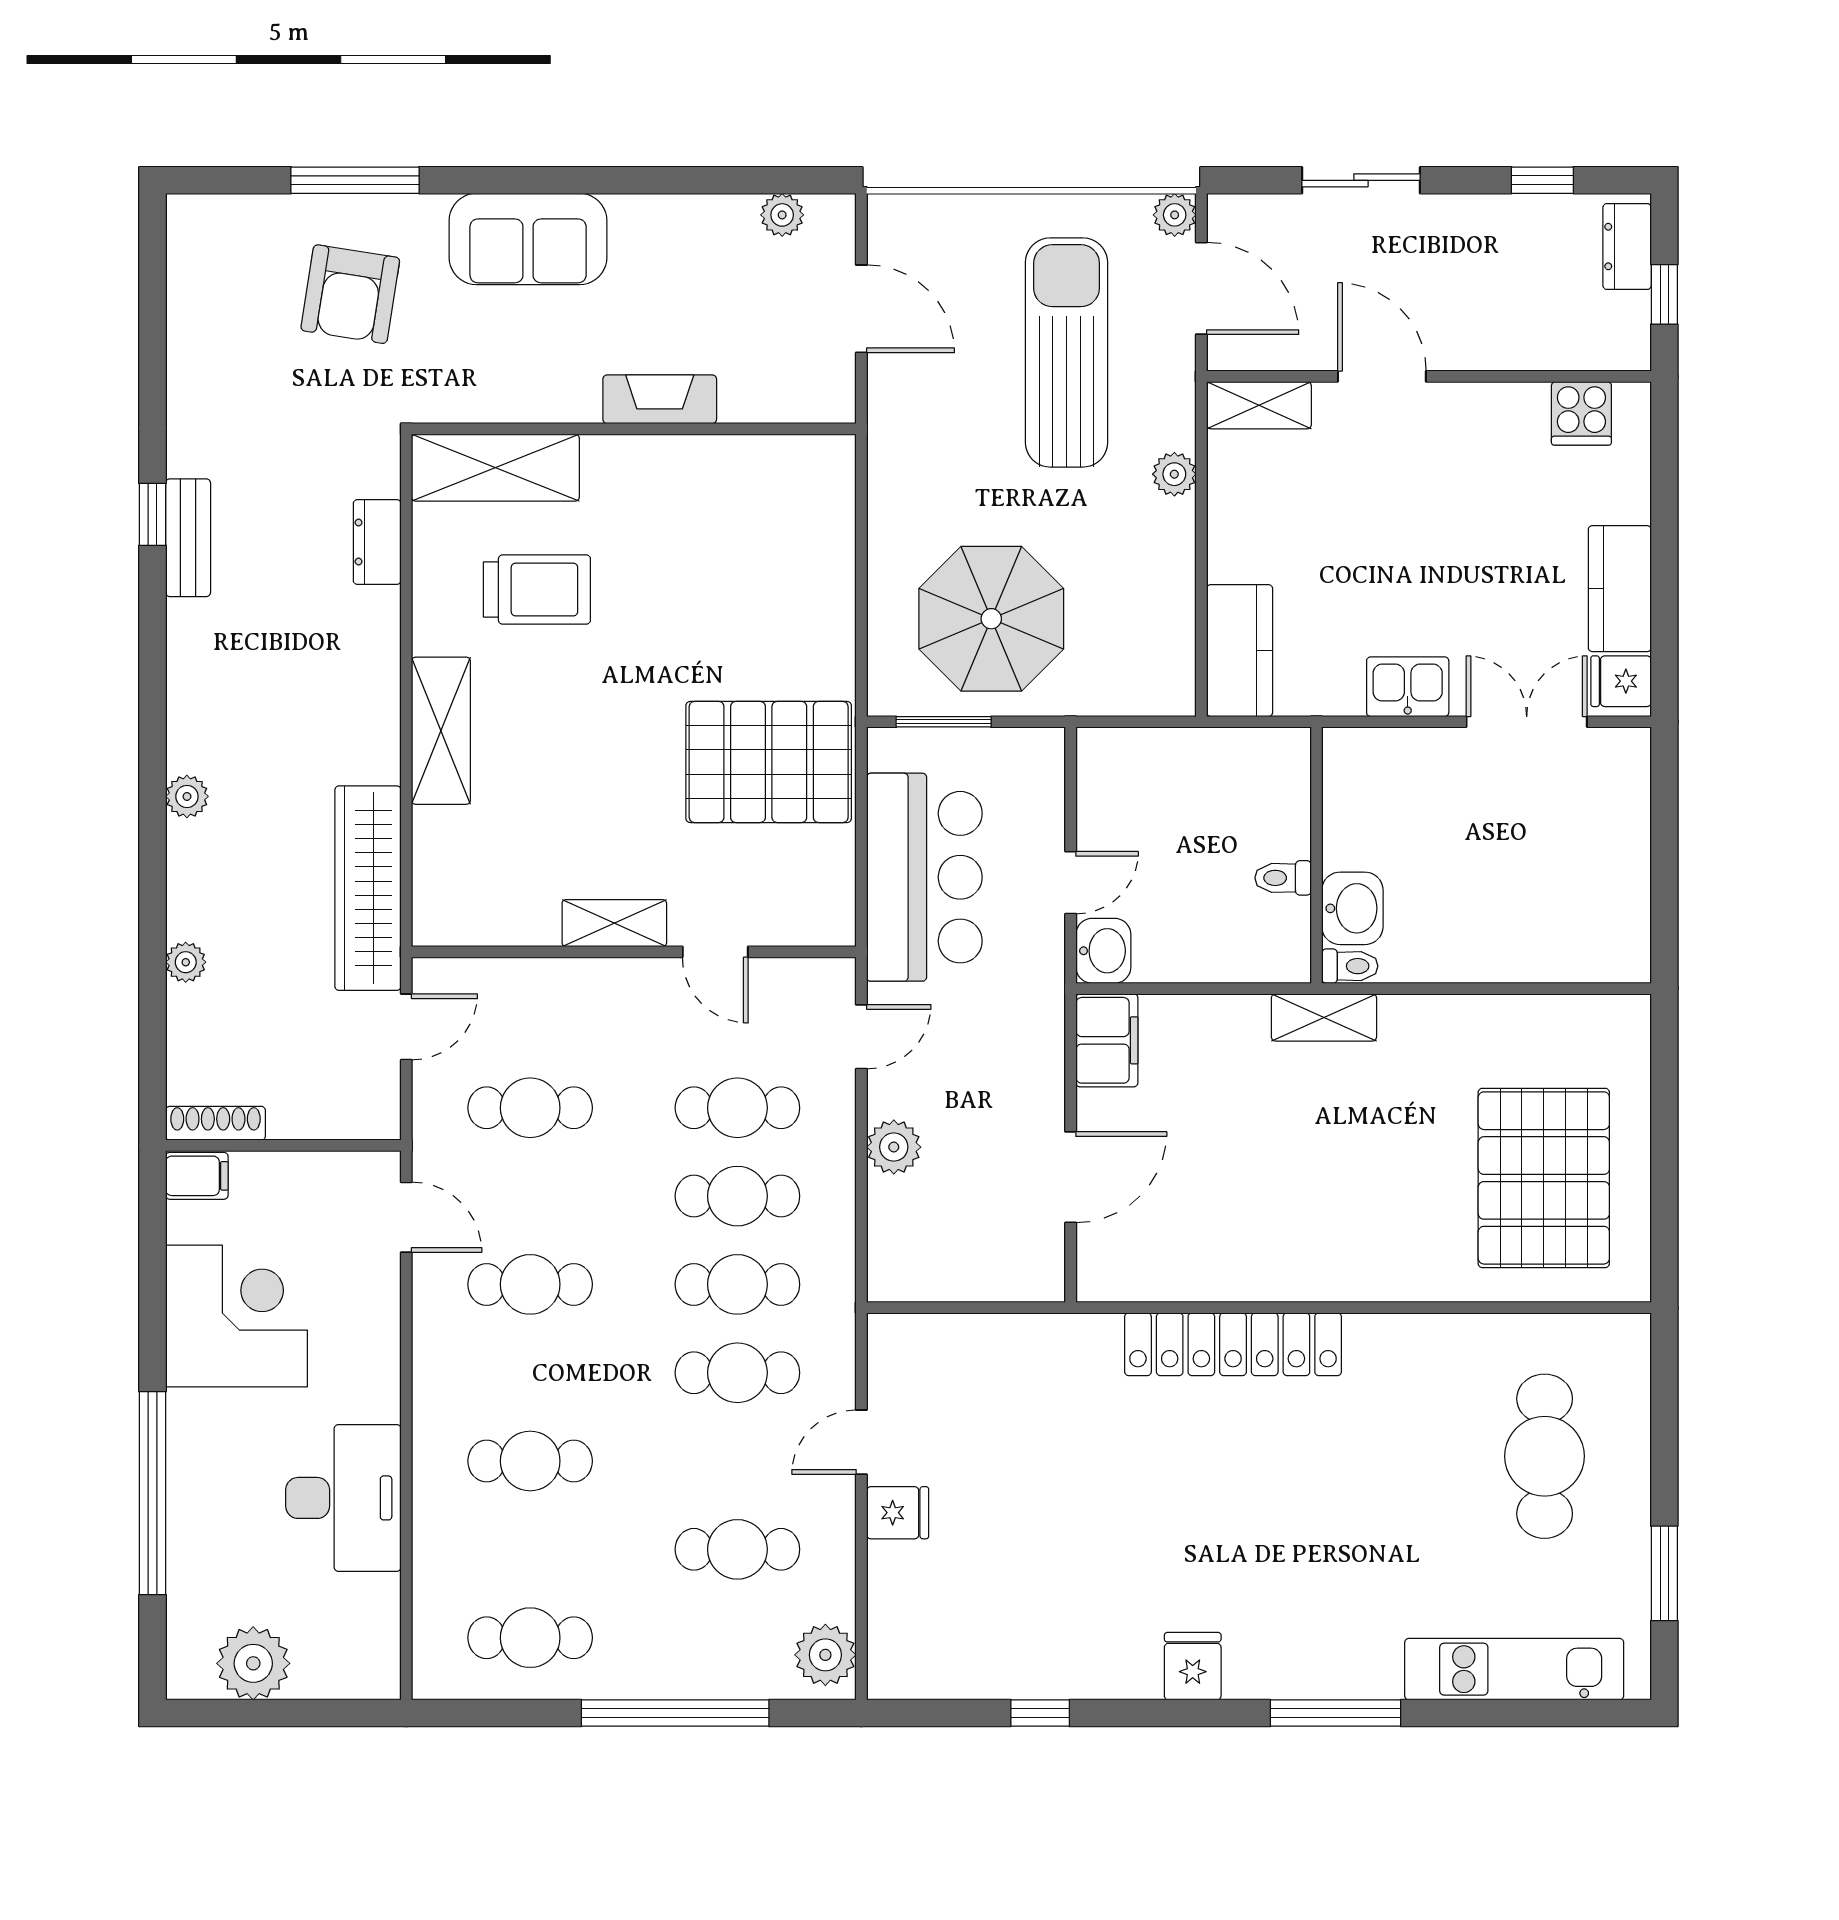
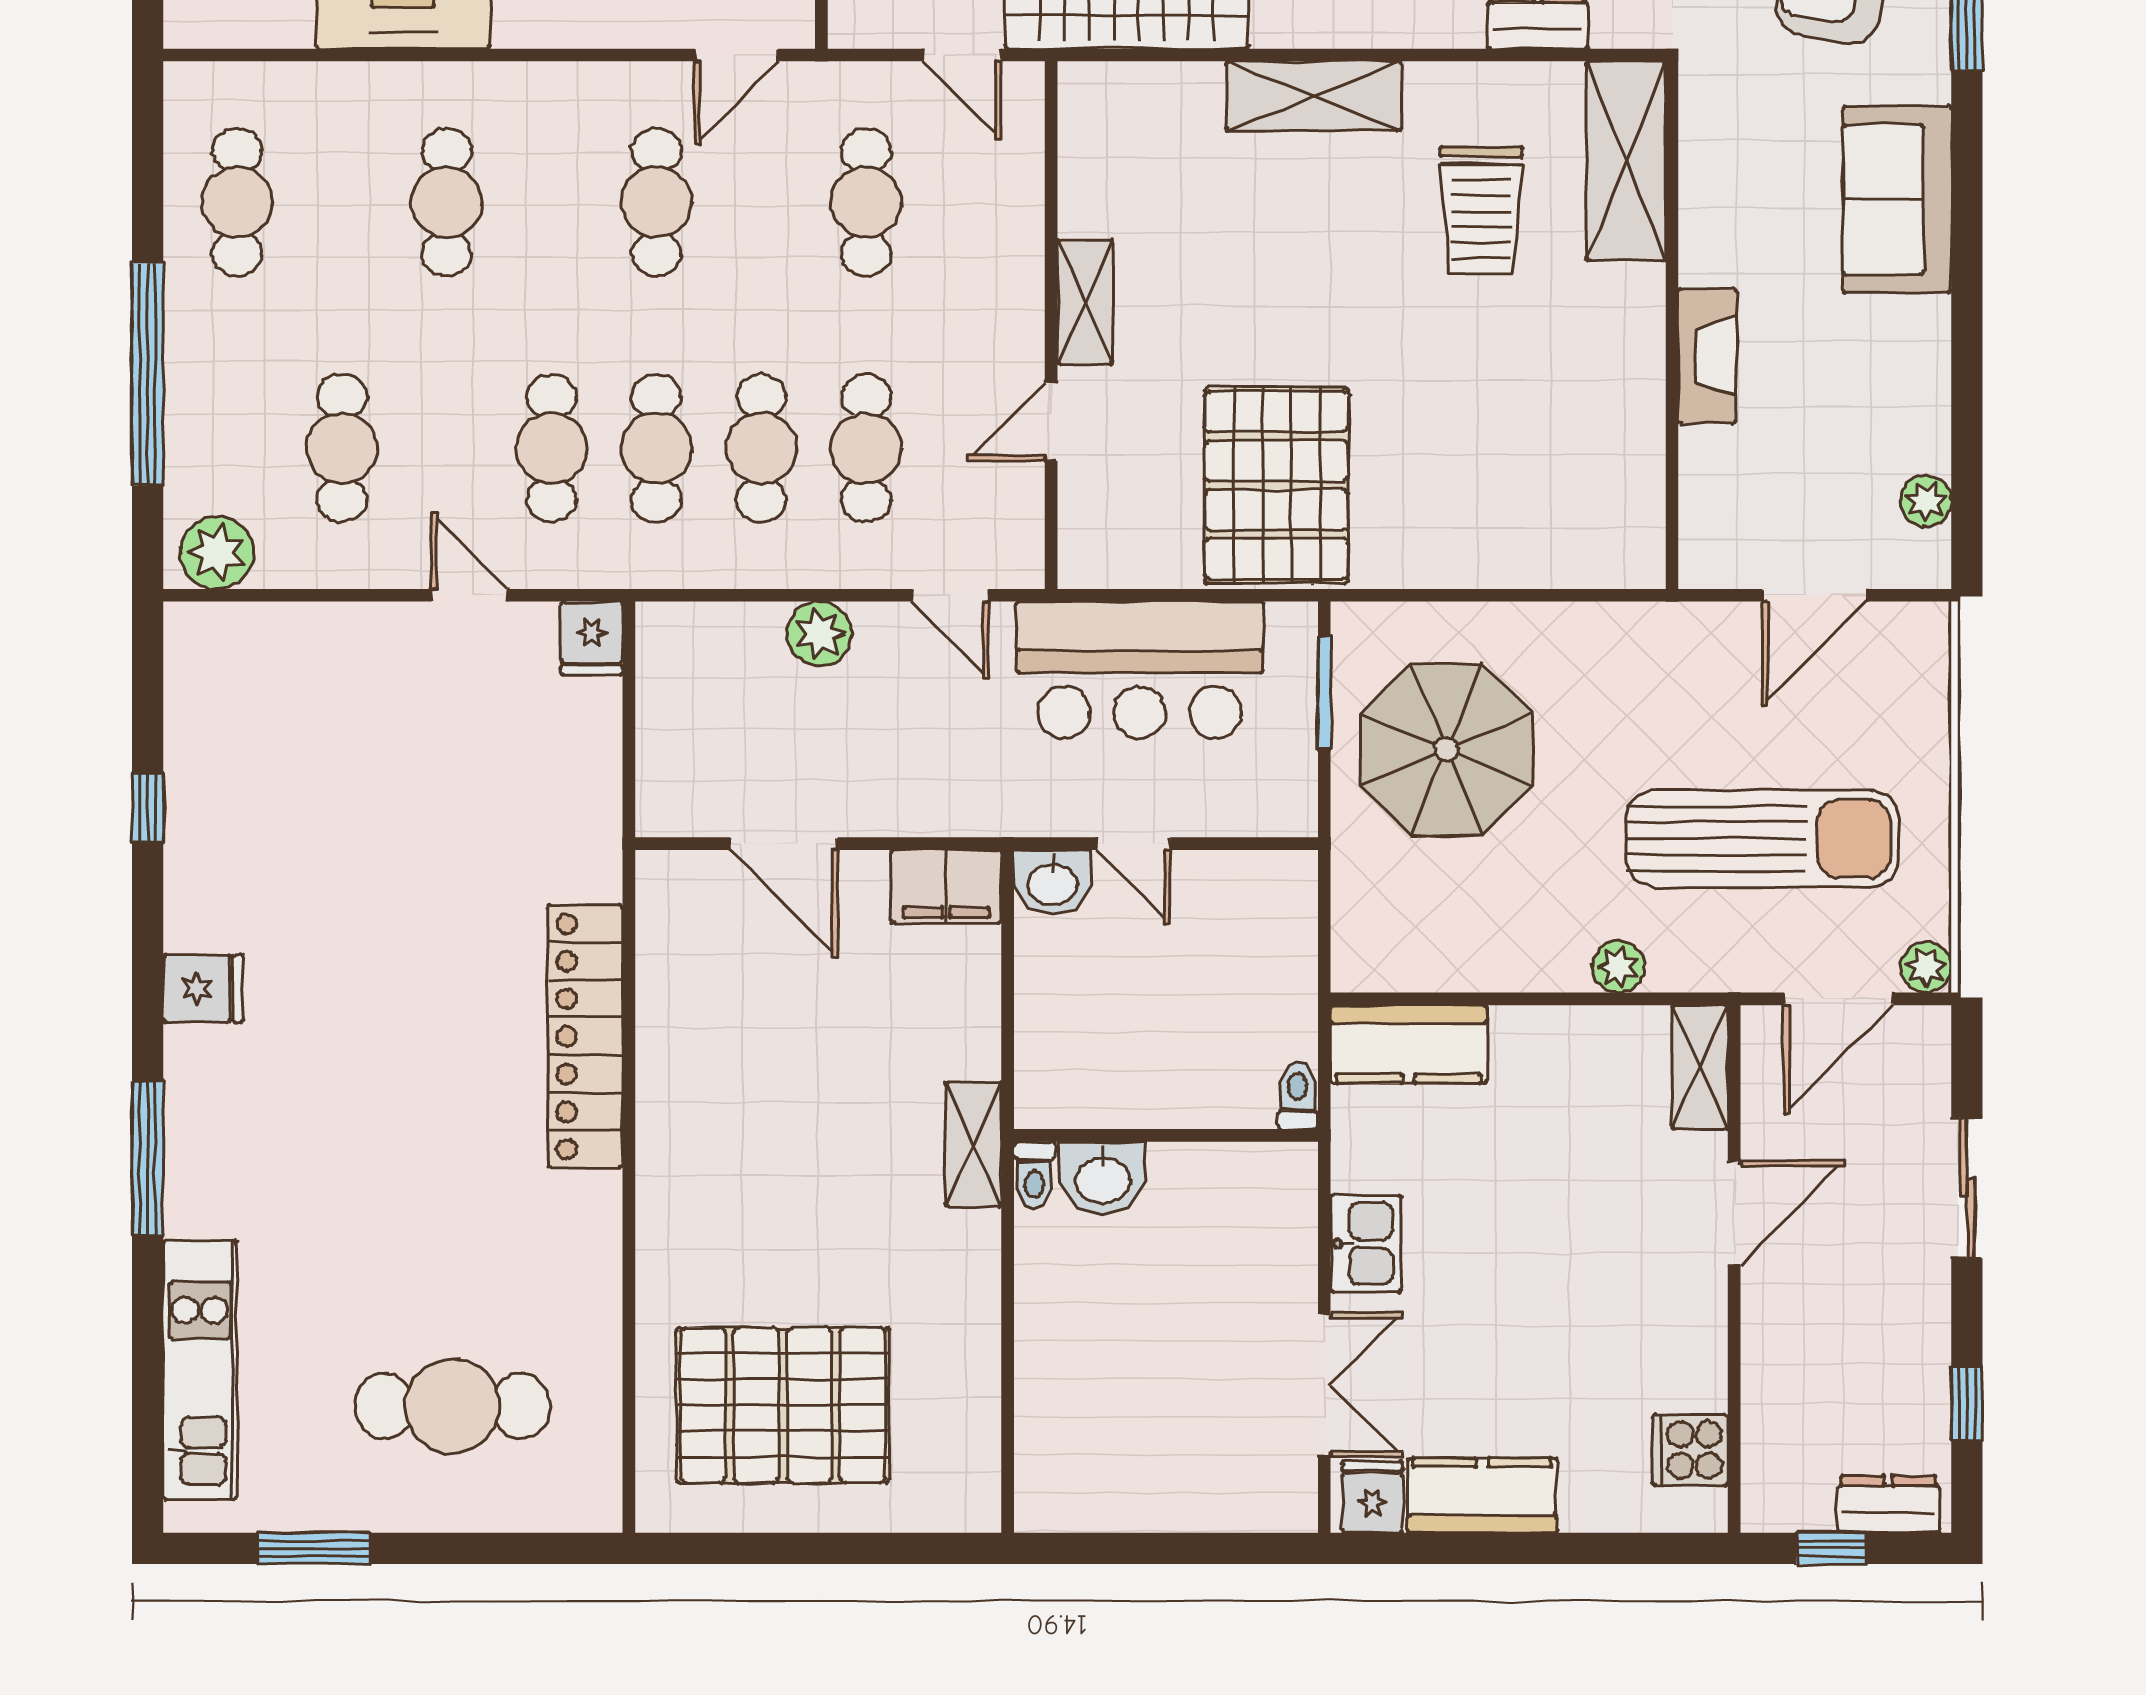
toilet: (1283, 878) -> (1297, 1096), moved
fridge: (898, 1513) -> (592, 638), moved

